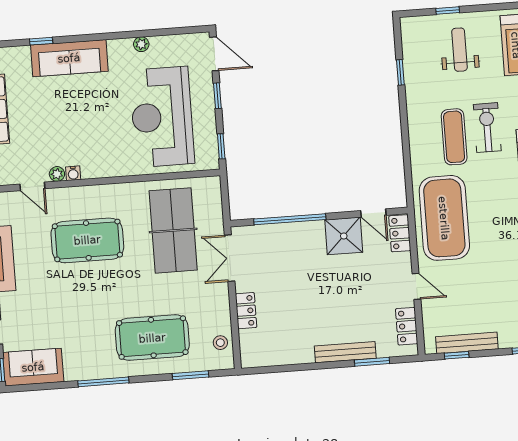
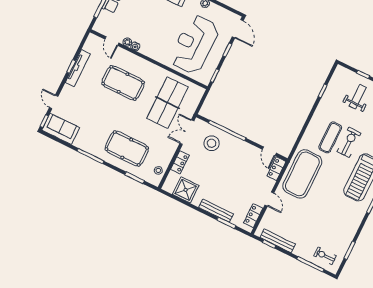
shower: (344, 236) -> (186, 190), moved
stool: (278, 253) -> (212, 143), added

